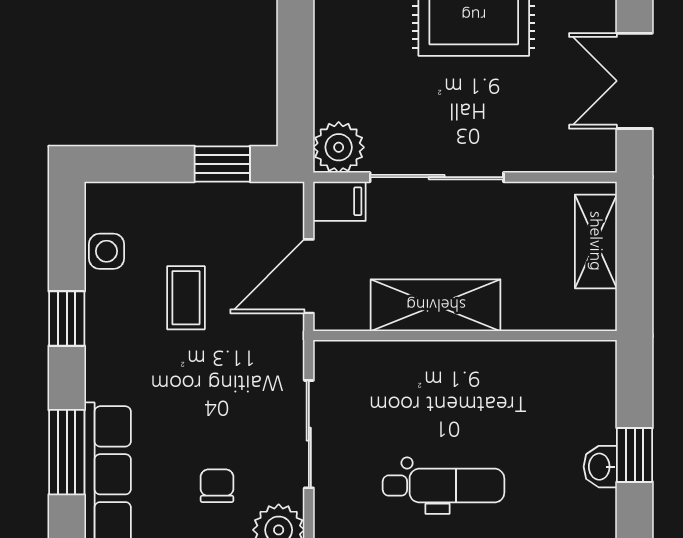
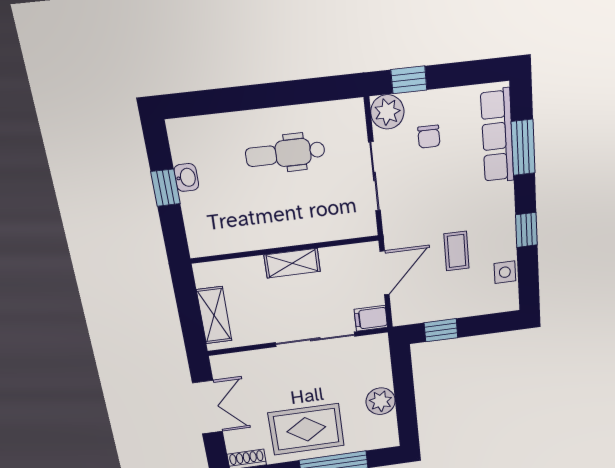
plant: (339, 147) -> (381, 401), moved
shelving: (436, 305) -> (292, 263), width x0.67, depth x0.75

